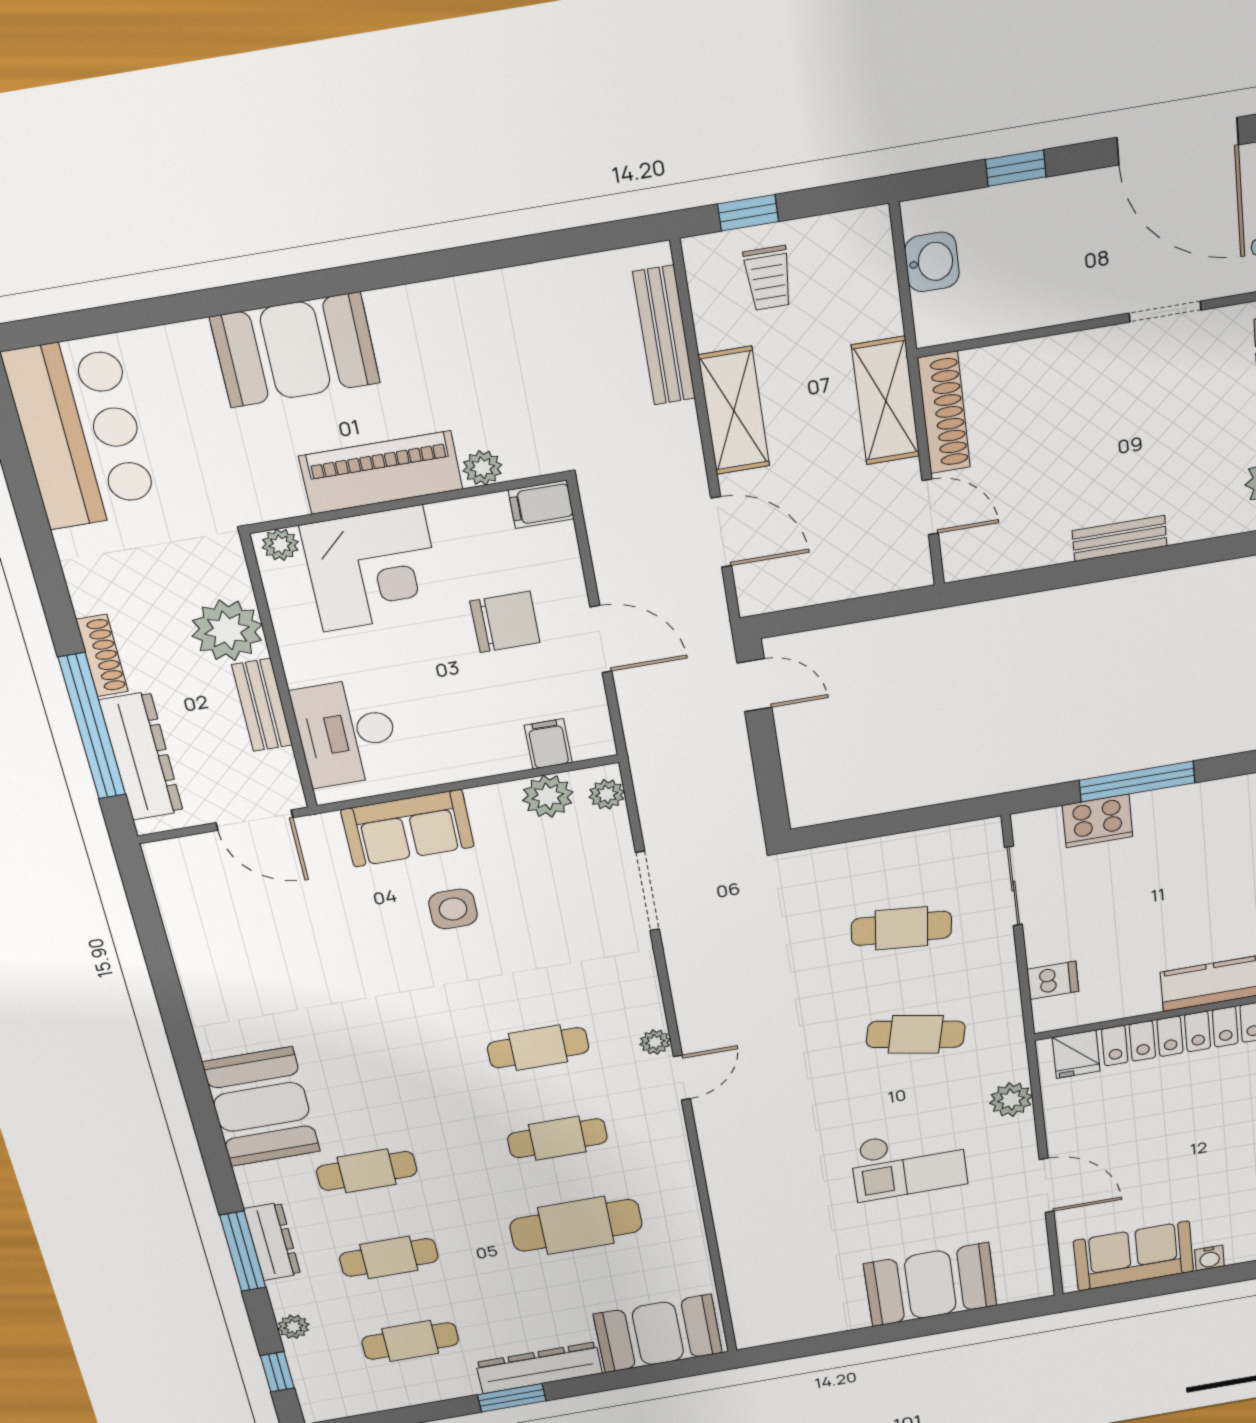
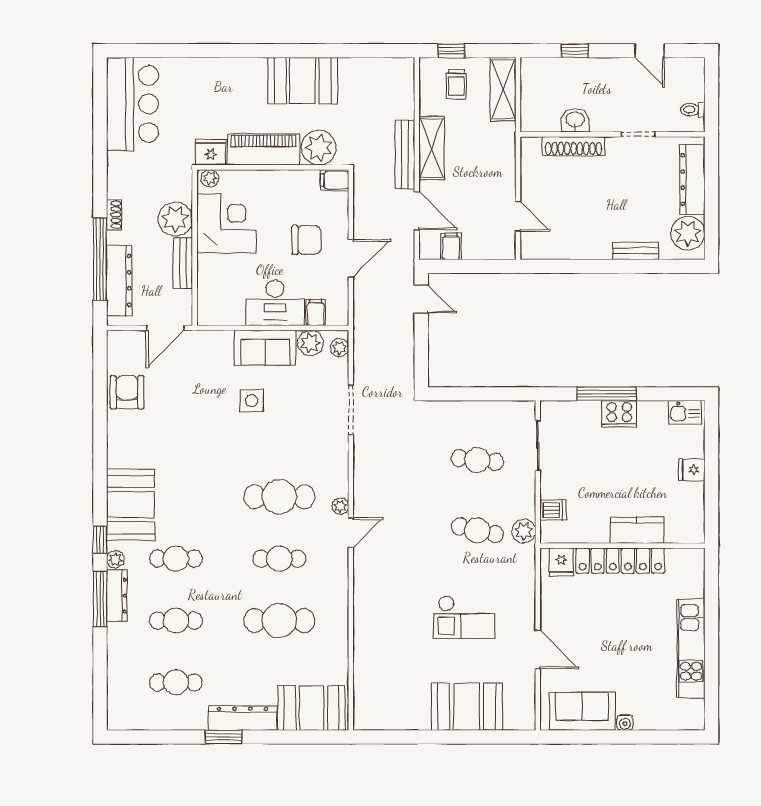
door: (1178, 141) -> (650, 51), width x0.53
washbasin: (932, 262) -> (575, 120), moved, turned -90
bench: (664, 336) -> (405, 155), moved
booth: (295, 350) -> (303, 81), moved
shelving: (886, 401) -> (503, 89), moved
shoe rack: (944, 413) -> (574, 146), moved, turned 90
plant: (482, 468) -> (319, 148), width x1.87, depth x1.87
fridge: (271, 496) -> (211, 152), added
bench: (1120, 538) -> (636, 251), moved
corner desk: (373, 569) -> (226, 223), moved, turned -90
filing cabinet: (801, 584) -> (451, 246), added
door: (601, 639) -> (351, 258), hinge flipped
shoe rack: (102, 656) -> (114, 215), width x0.70
desk: (346, 733) -> (275, 303), moved, turned -90
door: (254, 820) -> (165, 328), hinge flipped
cooker: (1097, 821) -> (619, 414), moved
sofa: (408, 828) -> (265, 348), moved
armchair: (207, 937) -> (127, 392), added
cafe table: (538, 1048) -> (279, 497), width x1.37, depth x1.35
plant: (1011, 1100) -> (524, 531), moved
plant: (293, 1327) -> (115, 559), moved
window: (277, 1372) -> (100, 540), moved

